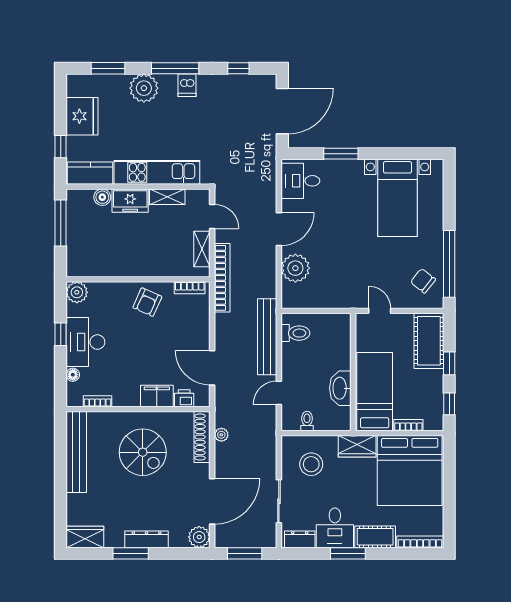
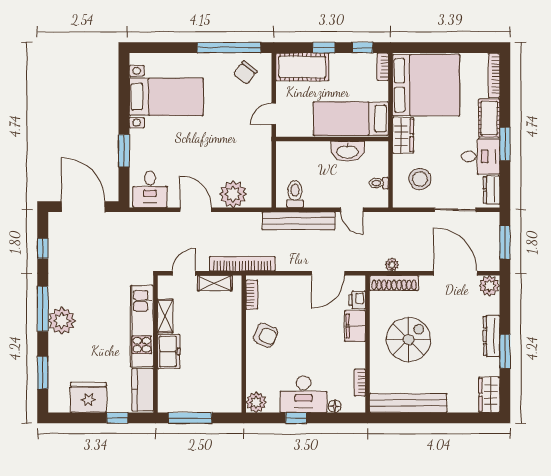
dishwasher: (187, 85) -> (59, 297), removed
plant: (144, 88) -> (62, 321), moved
boiler: (102, 197) -> (165, 378), removed
bookcase: (408, 425) -> (383, 67), moved

